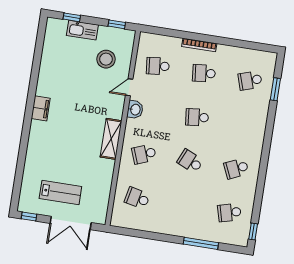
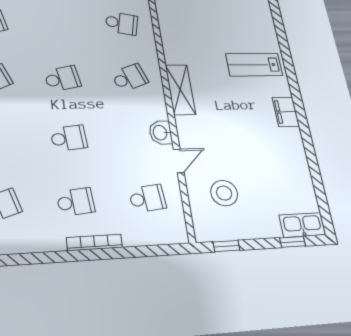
kitchen sink: (82, 30) -> (302, 225), moved
school desk: (190, 161) -> (62, 79), turned -36
lab bench: (60, 192) -> (254, 65), moved

